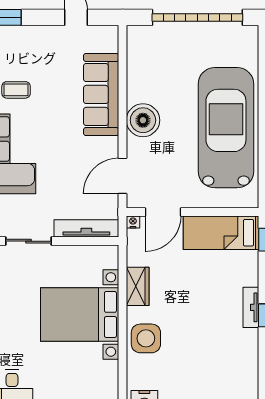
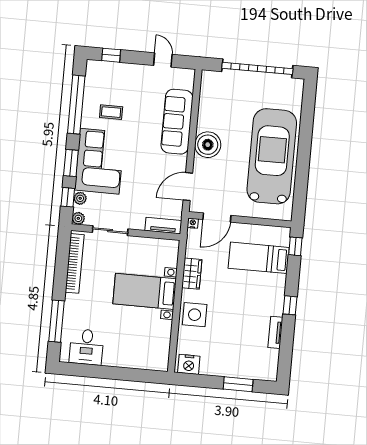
tv unit: (86, 228) -> (163, 226), width x0.71
bed: (221, 233) -> (259, 258), moved
tv unit: (251, 307) -> (275, 332), moved
bed with nightstands: (80, 314) -> (145, 291), width x0.73

